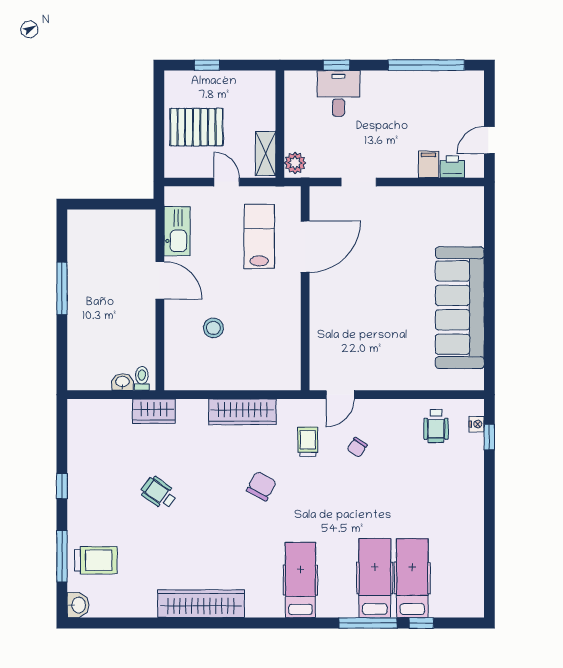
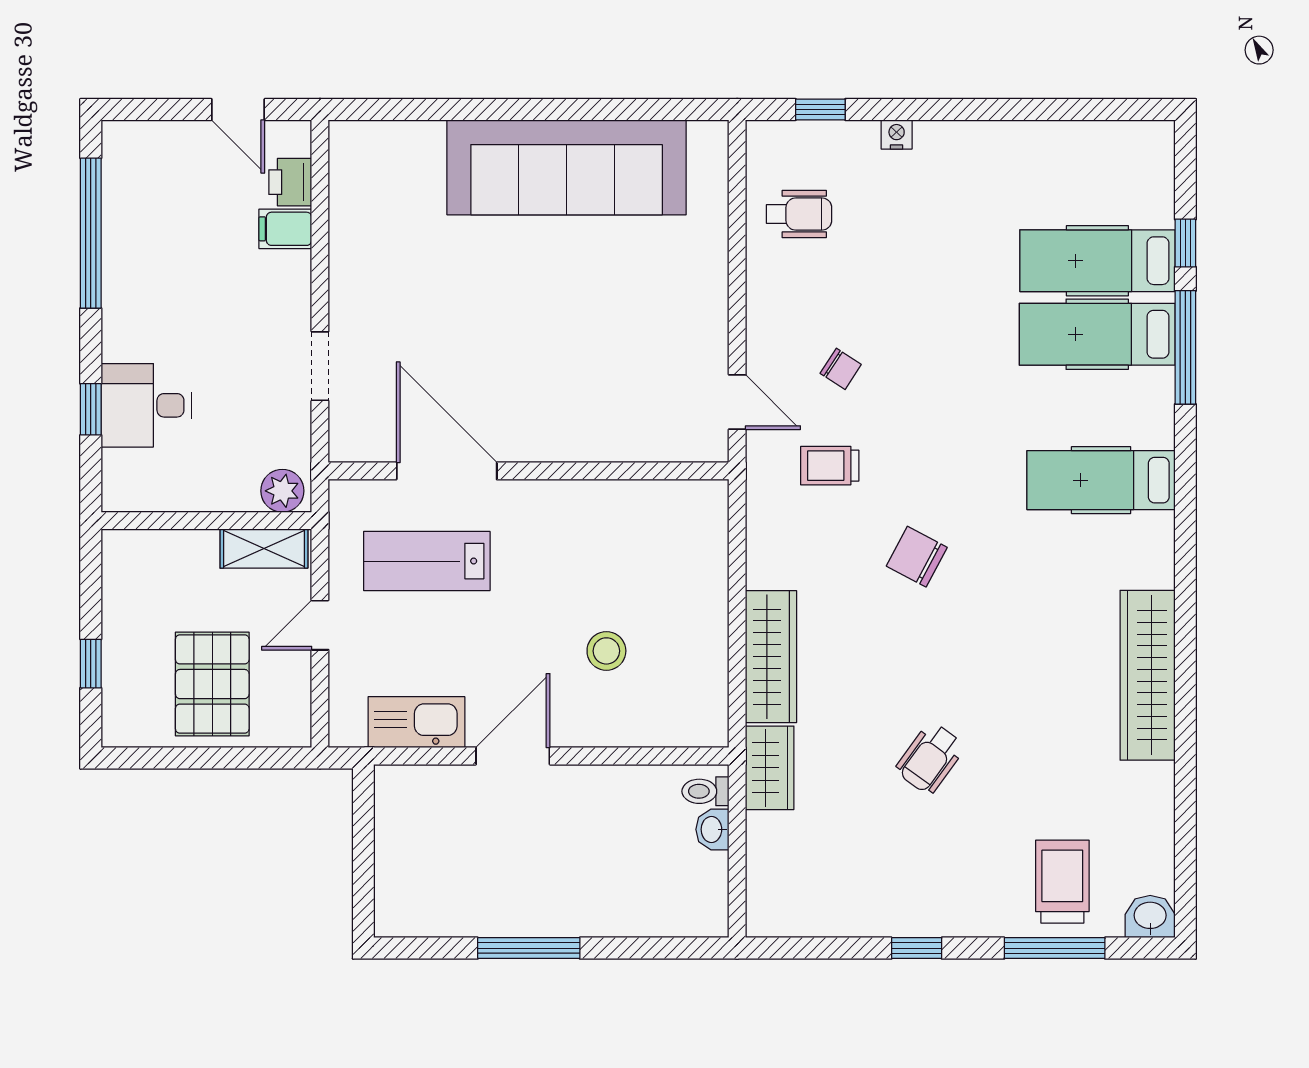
wardrobe: (242, 412) -> (771, 657), moved
nightstand: (477, 424) -> (897, 134), moved

